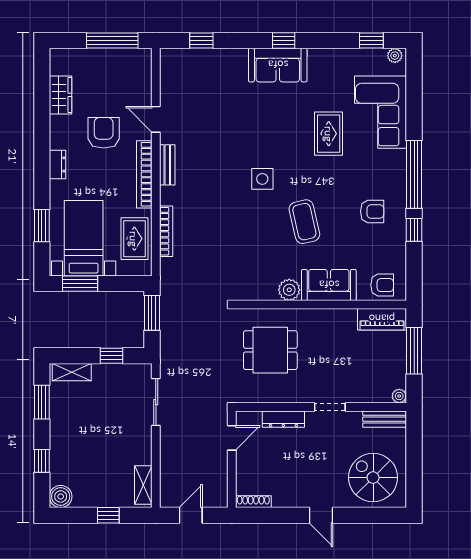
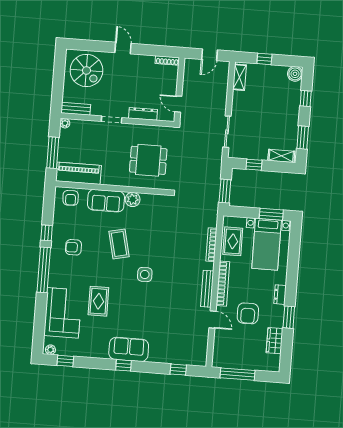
bench: (167, 165) -> (207, 289), width x1.36
window: (42, 226) -> (289, 317), moved
armchair: (382, 285) -> (71, 198), turned -93
piano: (382, 319) -> (78, 173), width x1.37, depth x1.33
door: (232, 438) -> (178, 104), hinge flipped

